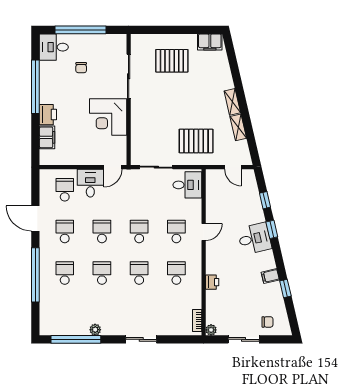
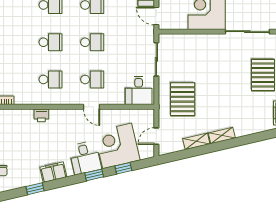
corner desk: (243, 206) -> (117, 146), added
filing cabinet: (270, 276) -> (53, 172), width x2.00

